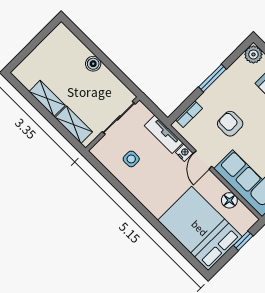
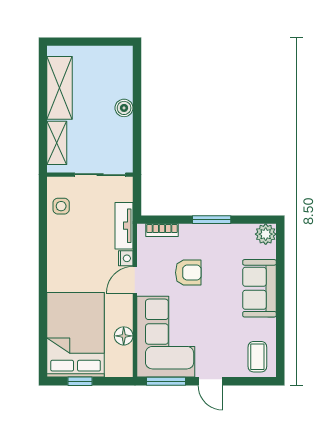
shelving: (47, 98) -> (60, 88), width x1.50, depth x1.33
armchair: (230, 124) -> (188, 273), turned 90
side table: (131, 159) -> (61, 206), moved
window: (243, 241) -> (80, 381), moved

